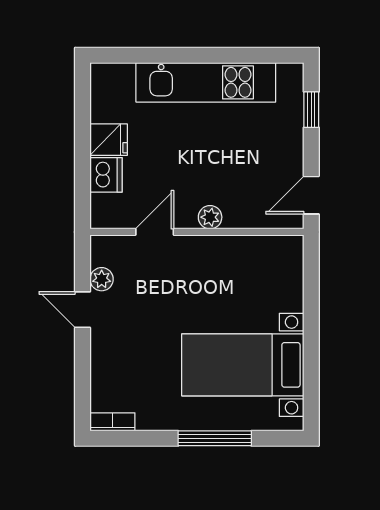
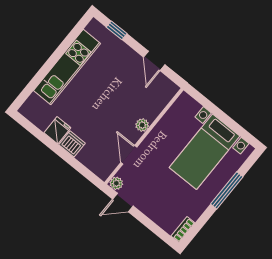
plant: (210, 217) -> (142, 125), moved
door: (155, 232) -> (129, 155), moved
wall: (197, 232) -> (144, 136), moved

